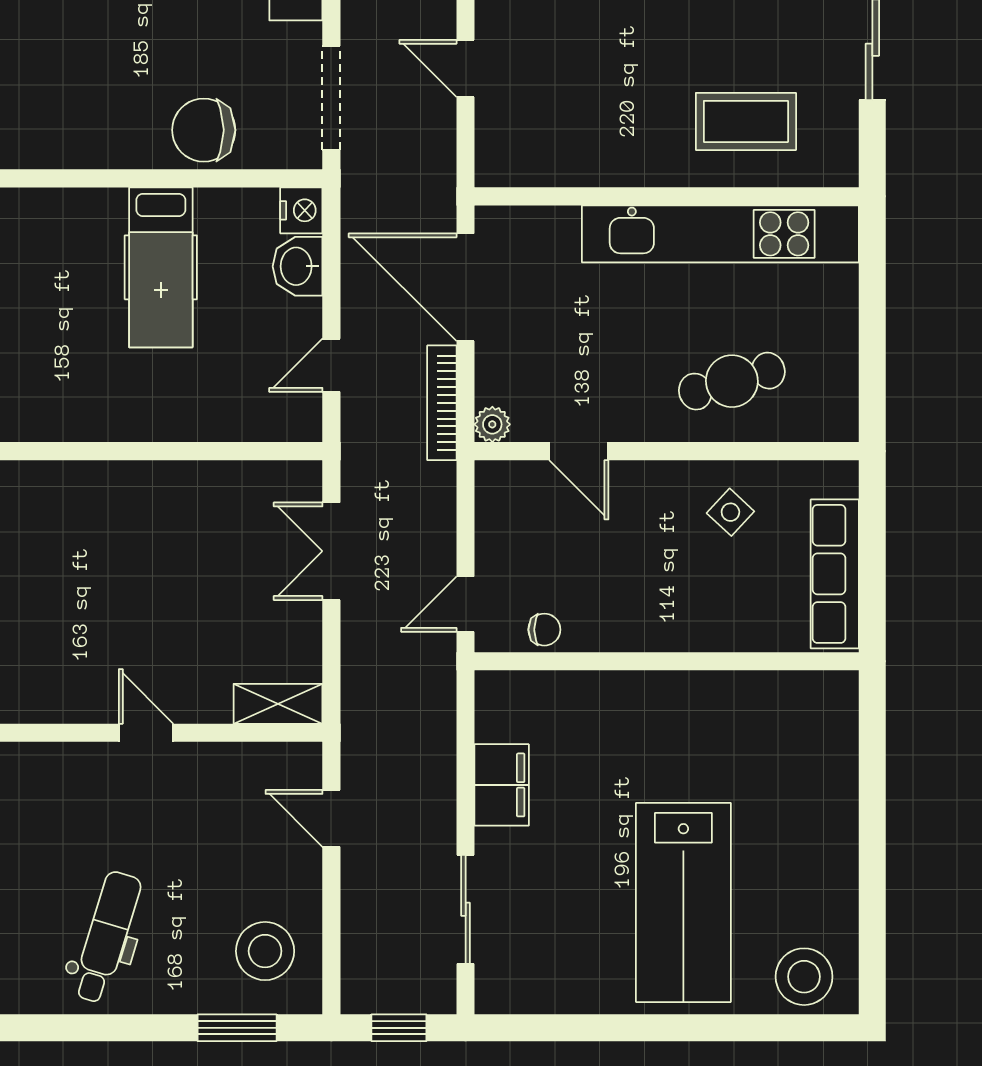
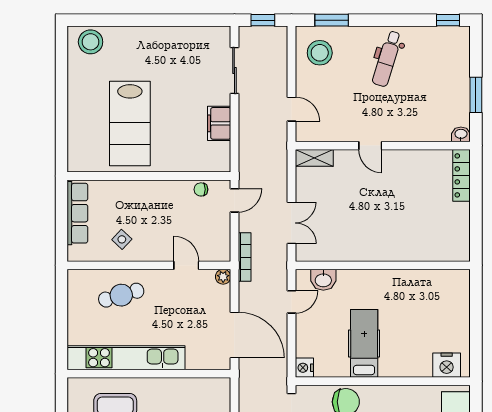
washbasin: (298, 266) -> (323, 280), moved, turned 90
bookcase: (442, 403) -> (245, 257), moved
lab bench: (683, 902) -> (130, 124), moved, turned 180

